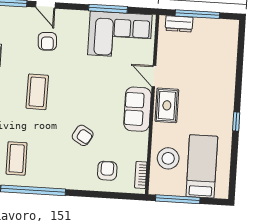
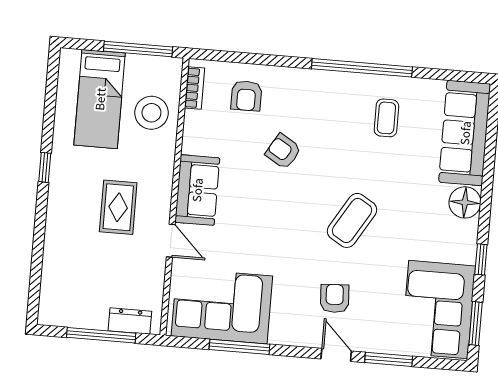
coffee table: (37, 92) -> (352, 220), turned 30
rug: (167, 105) -> (118, 207), moved
coffee table: (17, 158) -> (386, 118), width x0.73, depth x0.77

